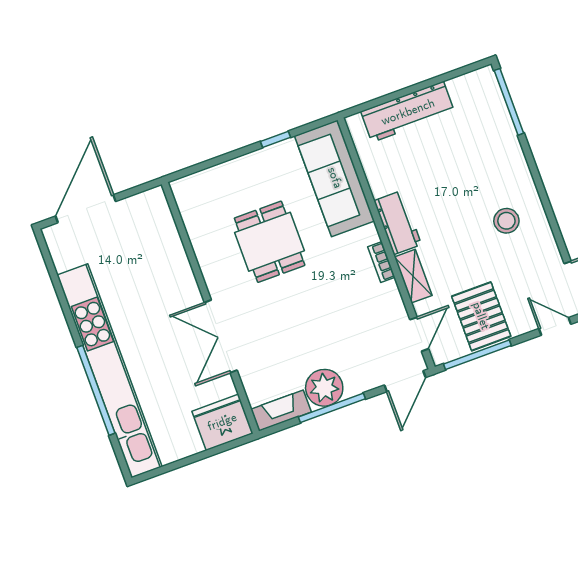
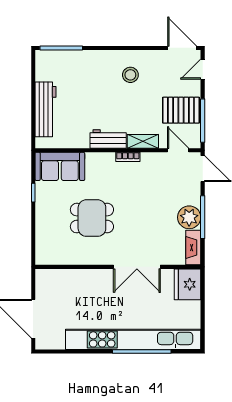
sofa: (335, 178) -> (60, 166), width x0.73

